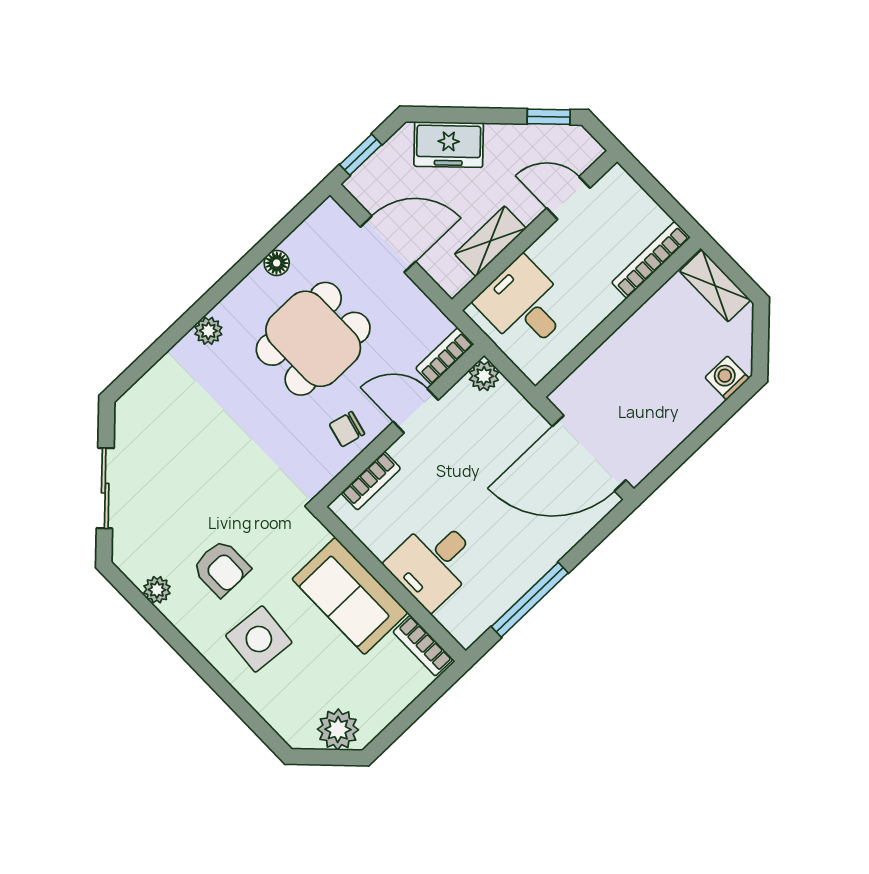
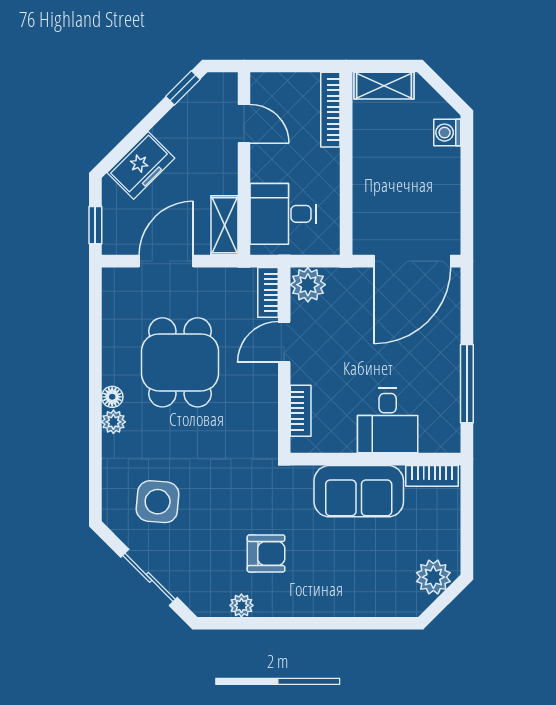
door: (568, 198) -> (244, 124), swing flipped
shelving: (490, 241) -> (224, 225), moved
floor lamp: (277, 263) -> (112, 397), moved
plant: (484, 376) -> (308, 285), width x1.38, depth x1.38
chair: (347, 429) -> (255, 395), removed
side table: (259, 639) -> (158, 502), moved

